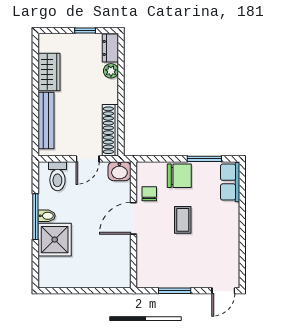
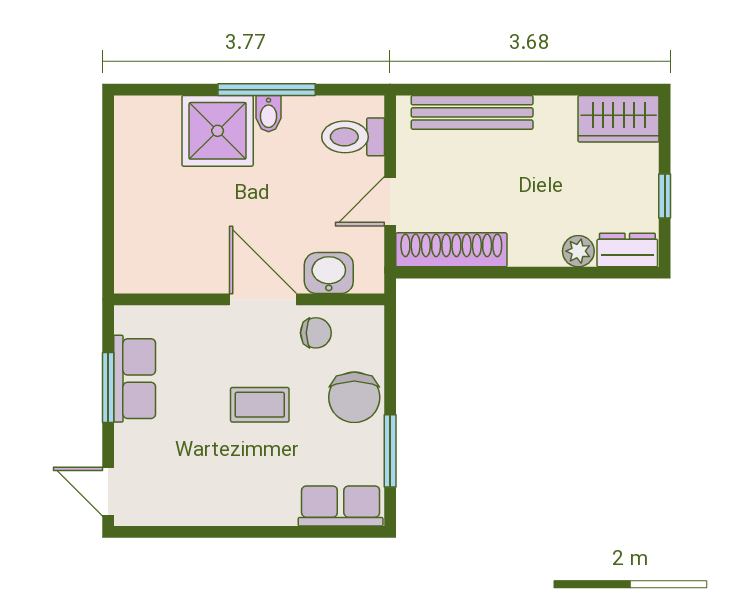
wardrobe: (49, 72) -> (619, 119), moved
door: (88, 159) -> (390, 201), hinge flipped
washbasin: (119, 171) -> (329, 273), moved, turned 90
row of seats: (171, 278) -> (135, 379), added

